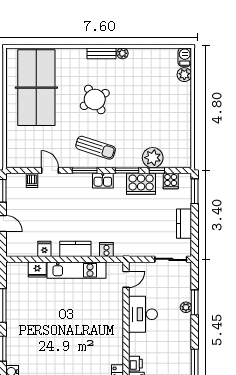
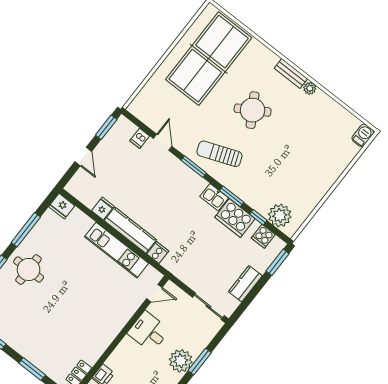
plant: (184, 75) -> (350, 151), removed
sun lounger: (96, 148) -> (219, 154), turned 141
plant: (153, 158) -> (280, 215), moved
kitchen sink: (103, 181) -> (214, 197), moved
kitchen counter: (75, 249) -> (130, 230), width x1.50
fridge: (37, 270) -> (62, 206), moved
plant: (186, 307) -> (181, 361), width x1.87, depth x1.87
desk: (143, 314) -> (149, 332), width x0.73
round table: (26, 331) -> (29, 269), added

